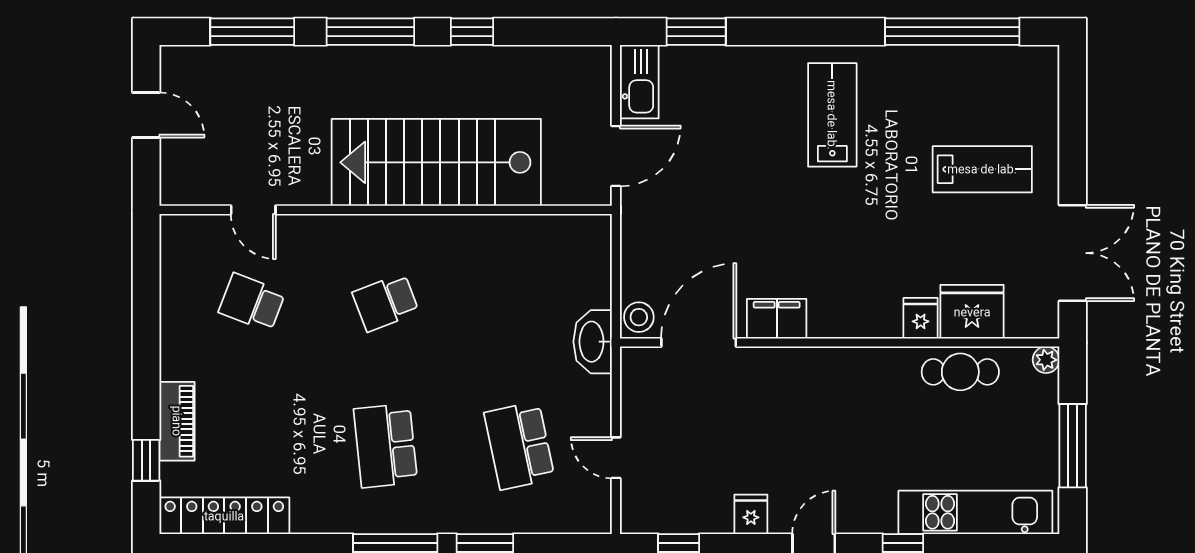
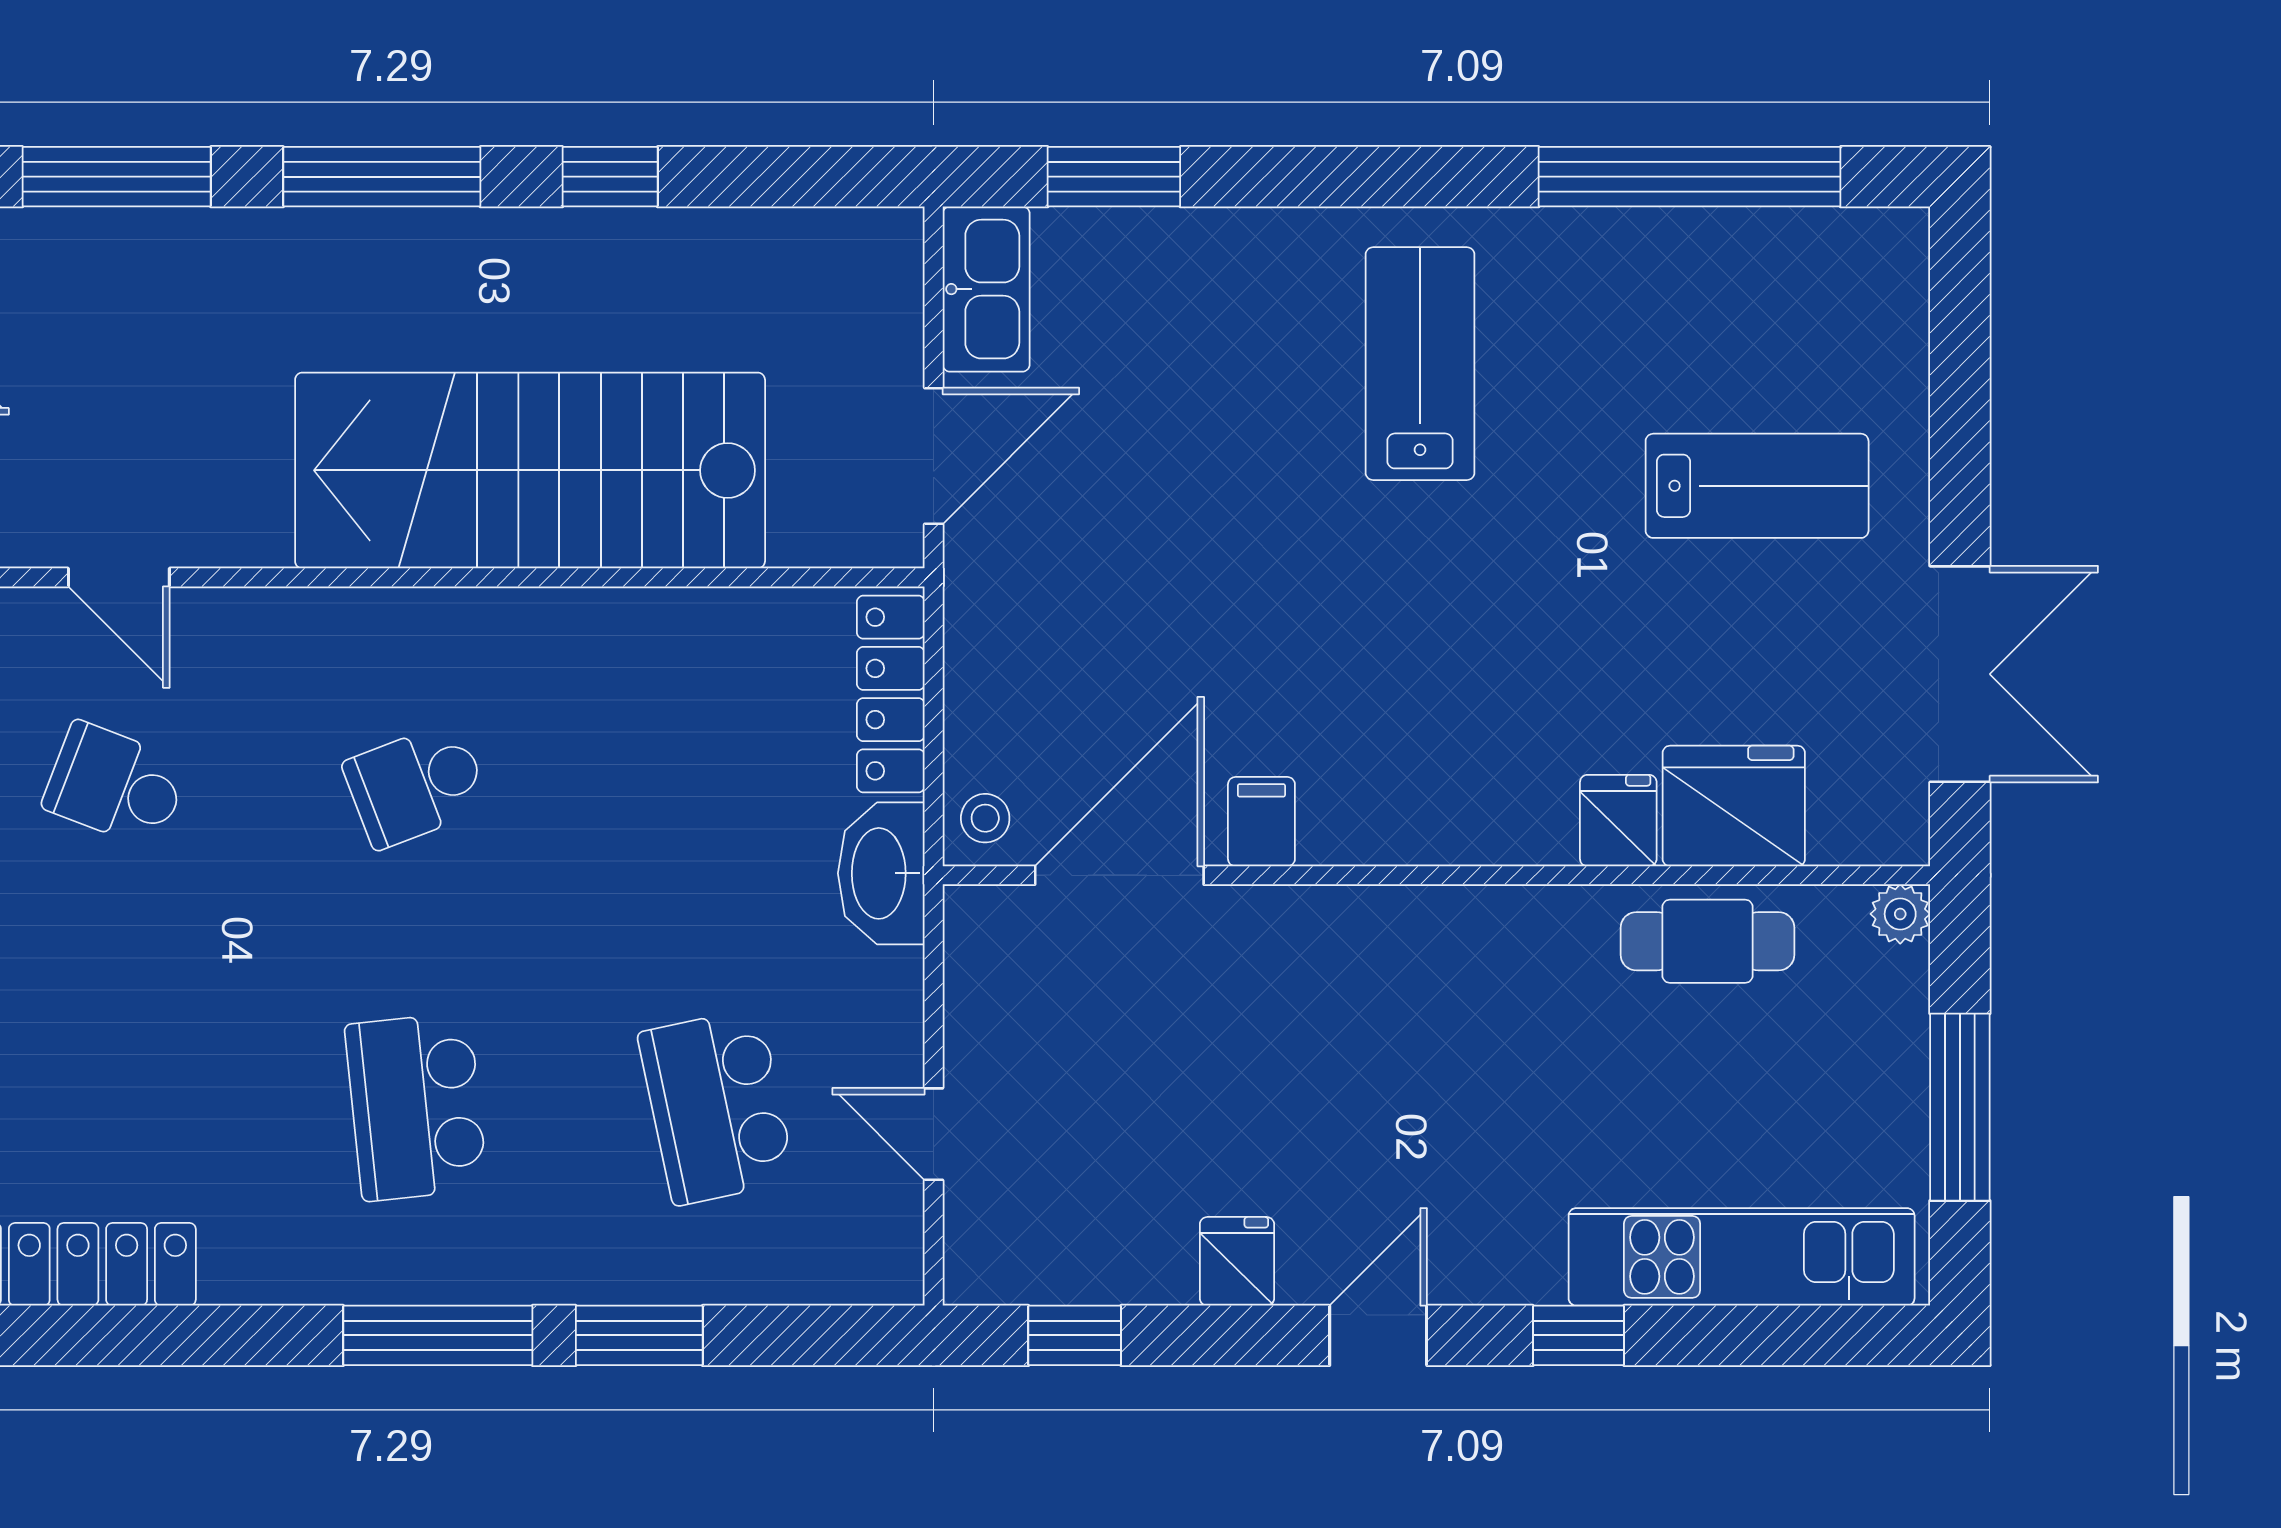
locker: (597, 262) -> (891, 694), added
stool: (639, 317) -> (985, 818), width x0.73, depth x0.73
filing cabinet: (777, 319) -> (1261, 822), width x0.50

